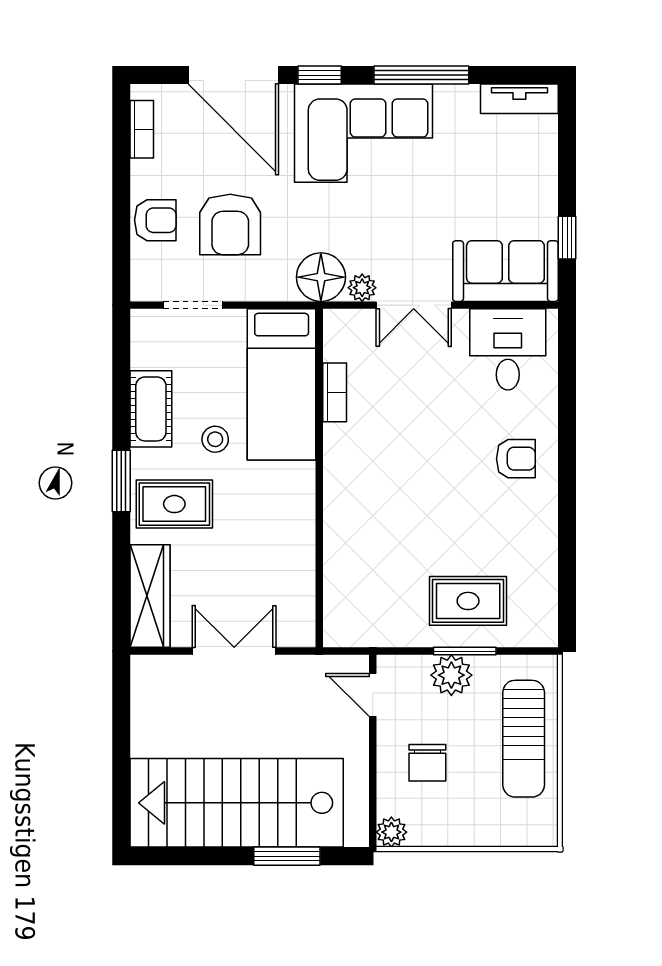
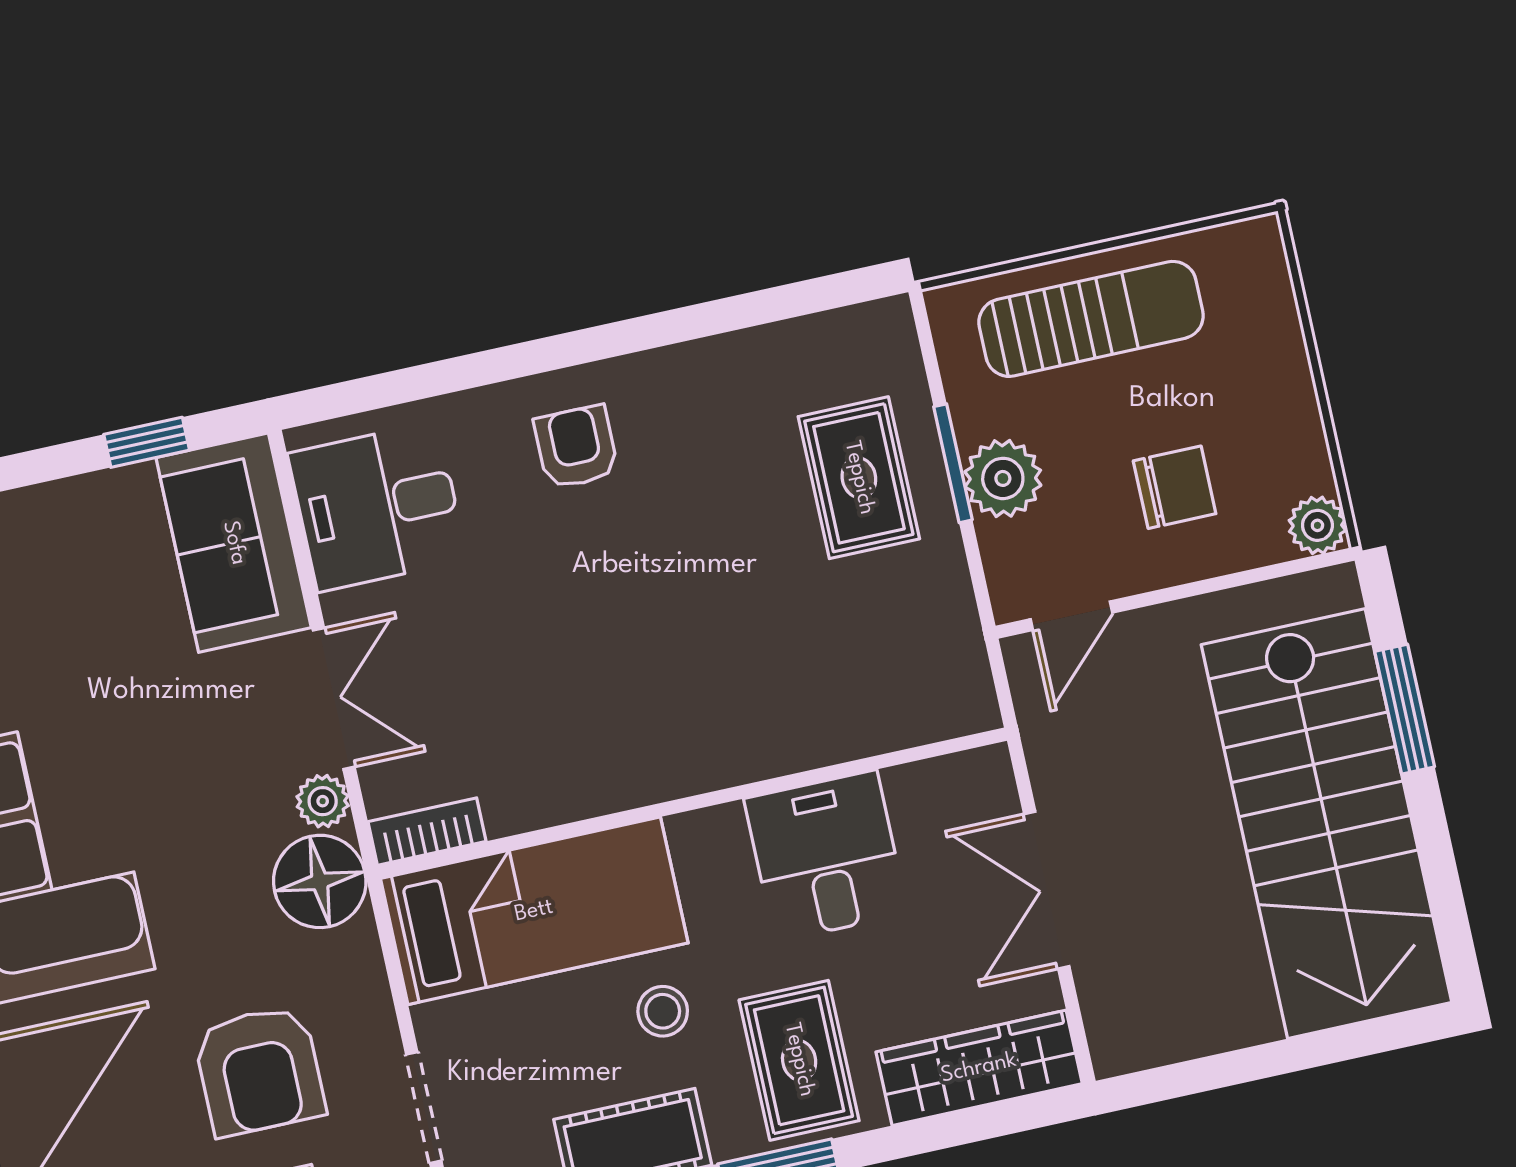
armchair: (230, 224) -> (259, 1071), turned 90
bookcase: (335, 392) -> (427, 832), moved
desk: (277, 541) -> (826, 856), added

